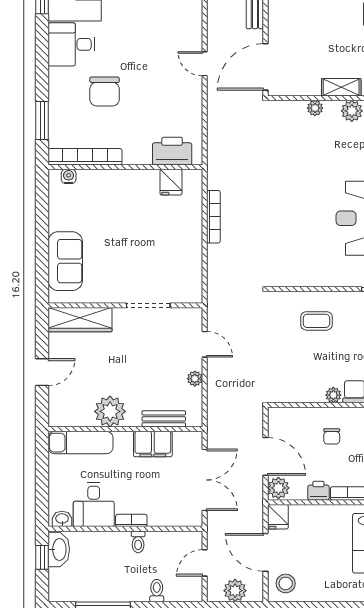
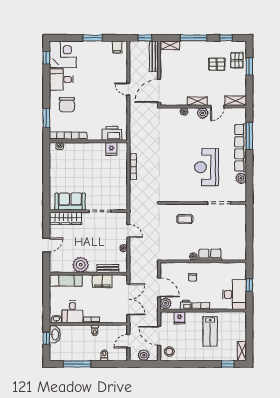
chair: (105, 91) -> (67, 105), moved
sofa: (65, 261) -> (70, 202), moved, turned -90
fridge: (278, 517) -> (180, 318), moved

